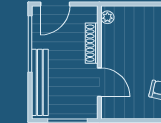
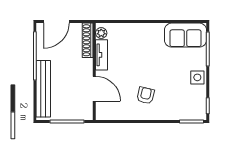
shoe rack: (92, 43) -> (88, 40), moved
tv unit: (108, 43) -> (101, 55), added

